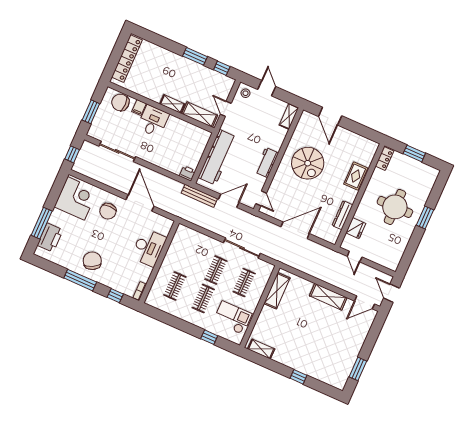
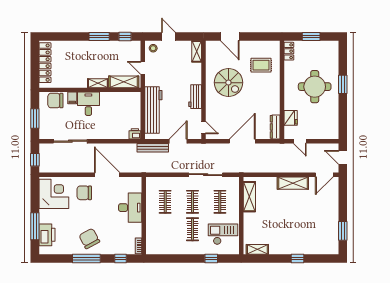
rug: (356, 176) -> (261, 65), moved, turned 90
chair: (108, 211) -> (84, 193), turned 90
dresser: (342, 215) -> (275, 127), moved
clothes rail: (175, 286) -> (165, 202), moved

